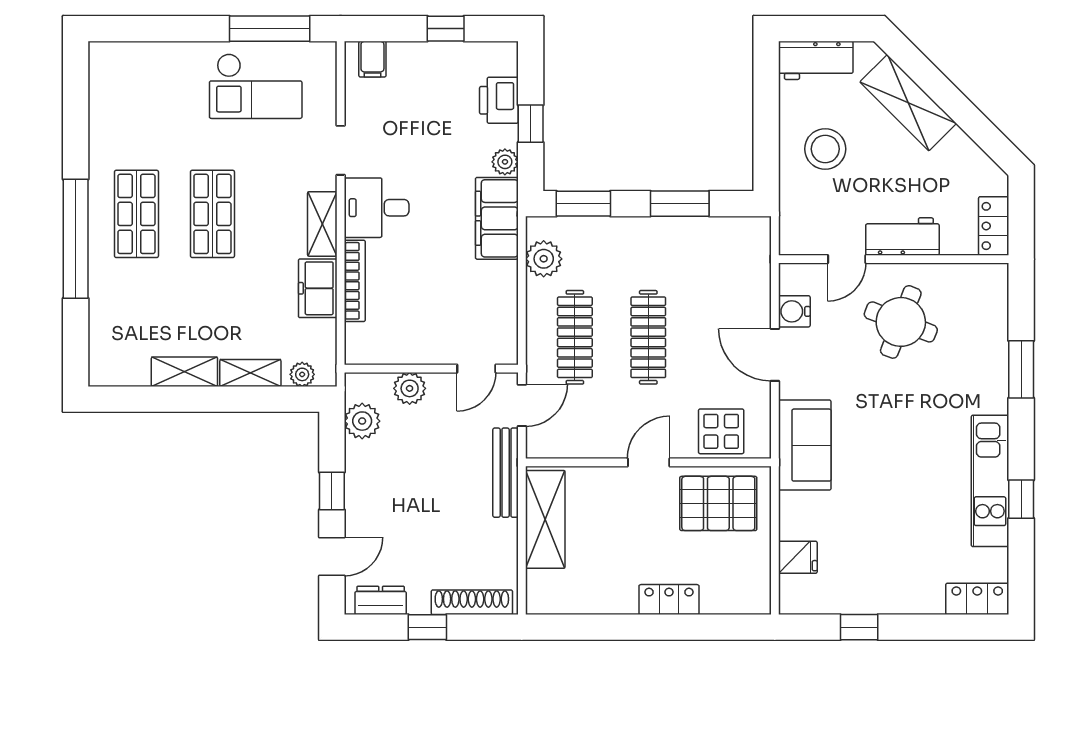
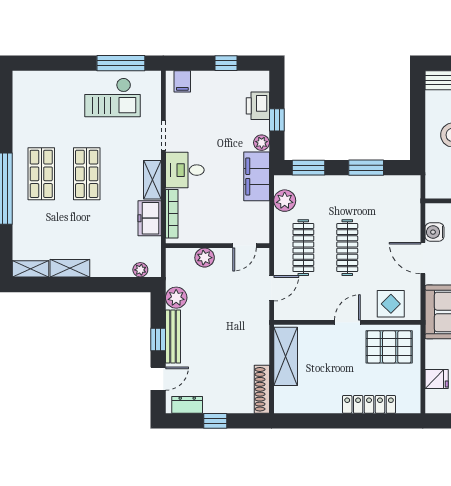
wall: (431, 369) -> (217, 246), moved
door: (476, 369) -> (244, 246), moved
shelving: (250, 373) -> (31, 269), moved
plant: (410, 388) -> (205, 258), moved
bench: (506, 473) -> (173, 336), moved
locker: (669, 600) -> (369, 404), width x1.53
shoe rack: (472, 602) -> (262, 389), moved, turned -90

